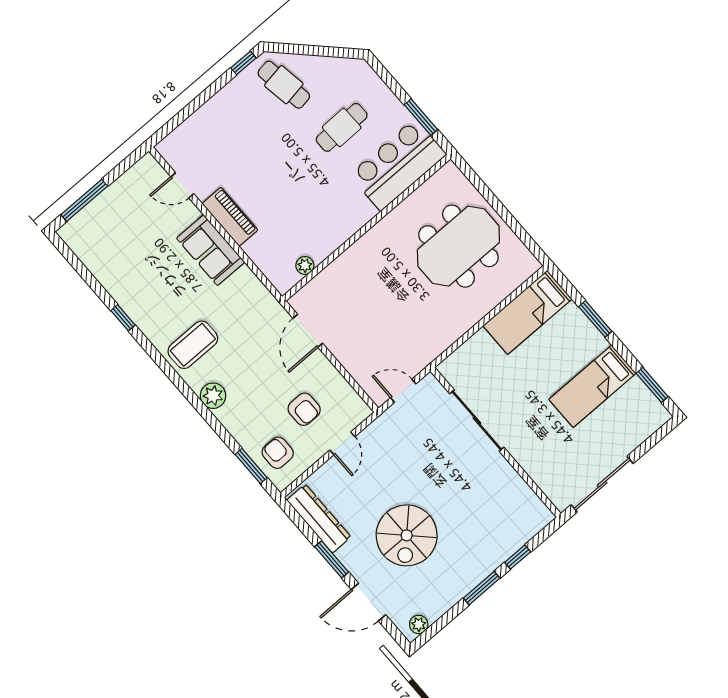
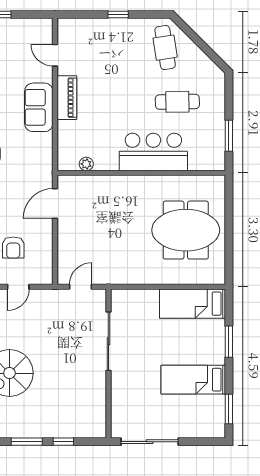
window: (243, 63) -> (118, 15), moved
bar counter: (398, 165) -> (153, 152), moved
door: (403, 391) -> (81, 287), hinge flipped

